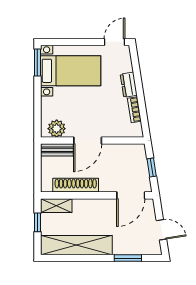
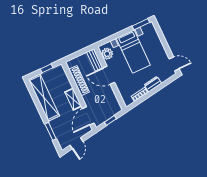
bed with nightstands: (71, 71) -> (133, 52), moved
door: (131, 195) -> (88, 116), hinge flipped
shelving: (56, 206) -> (73, 99), moved

